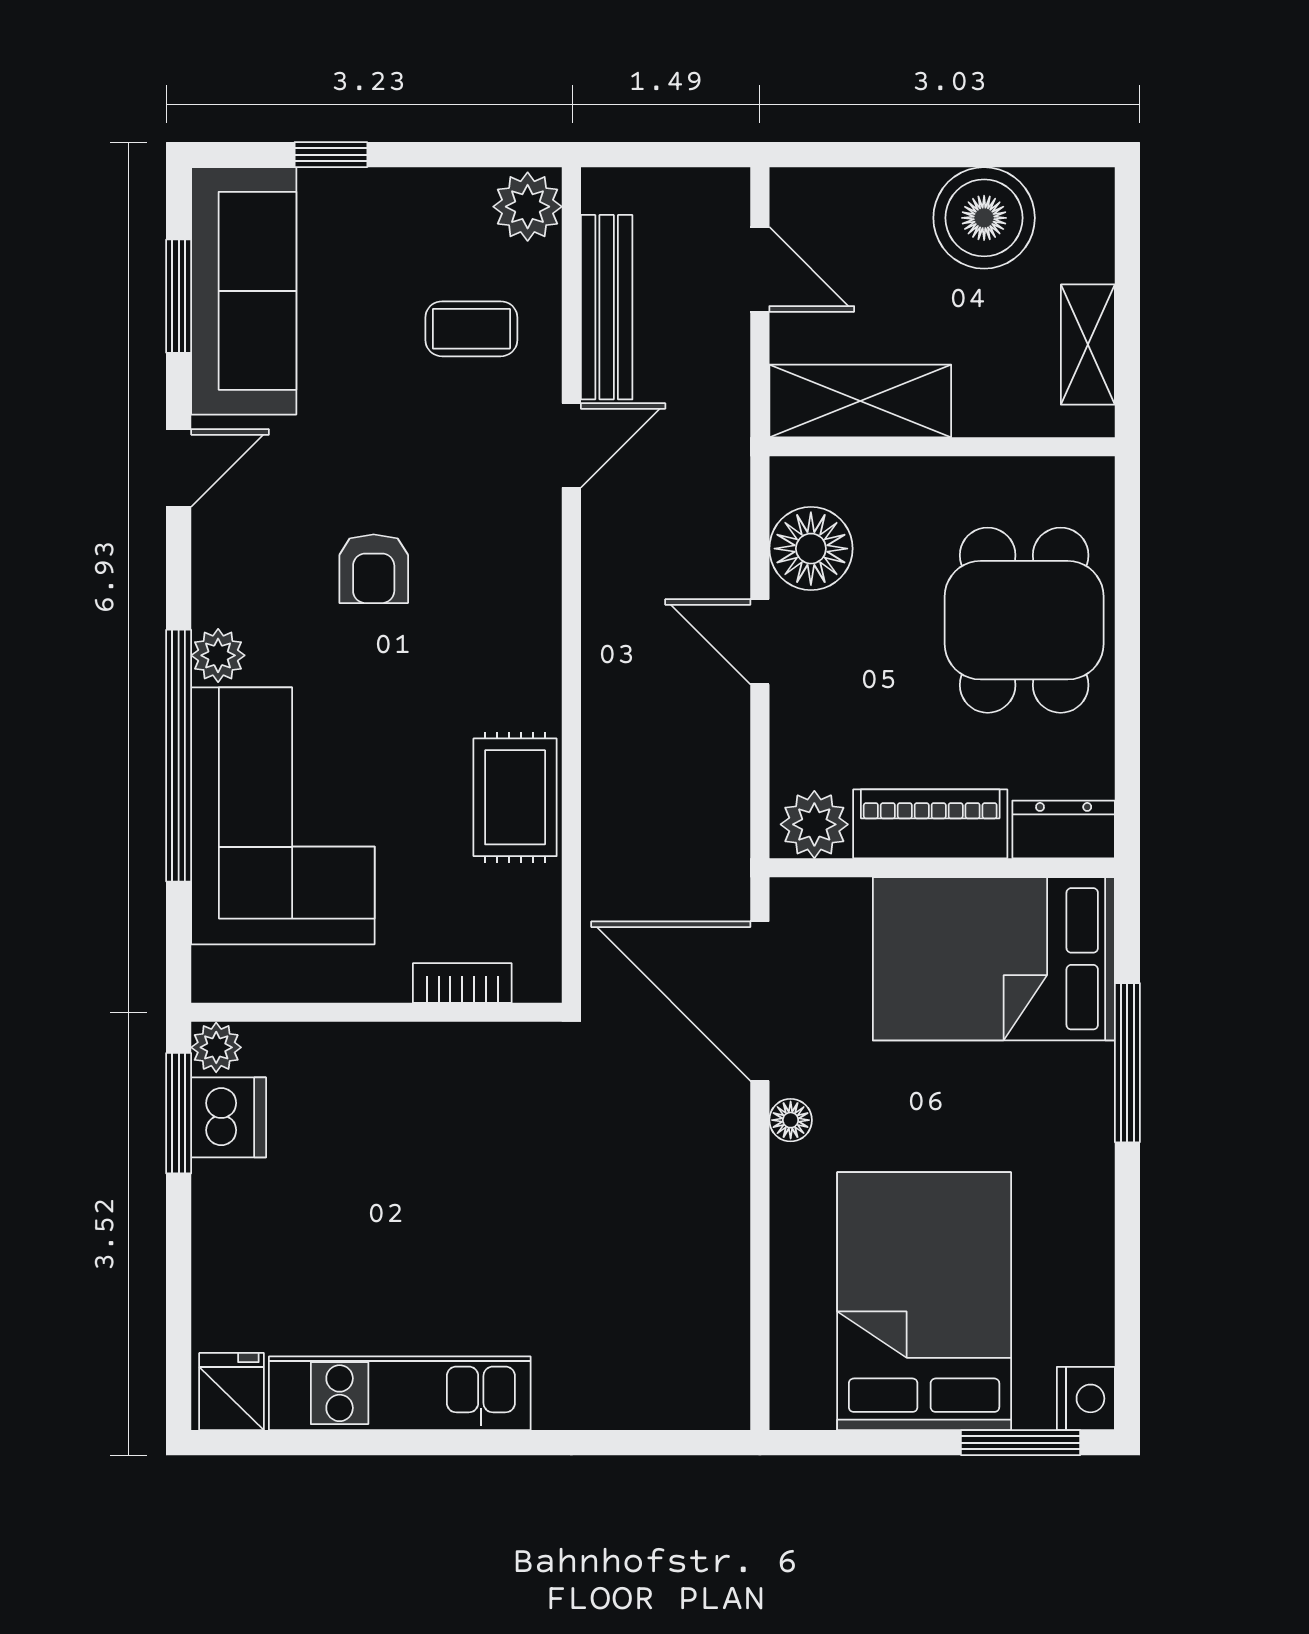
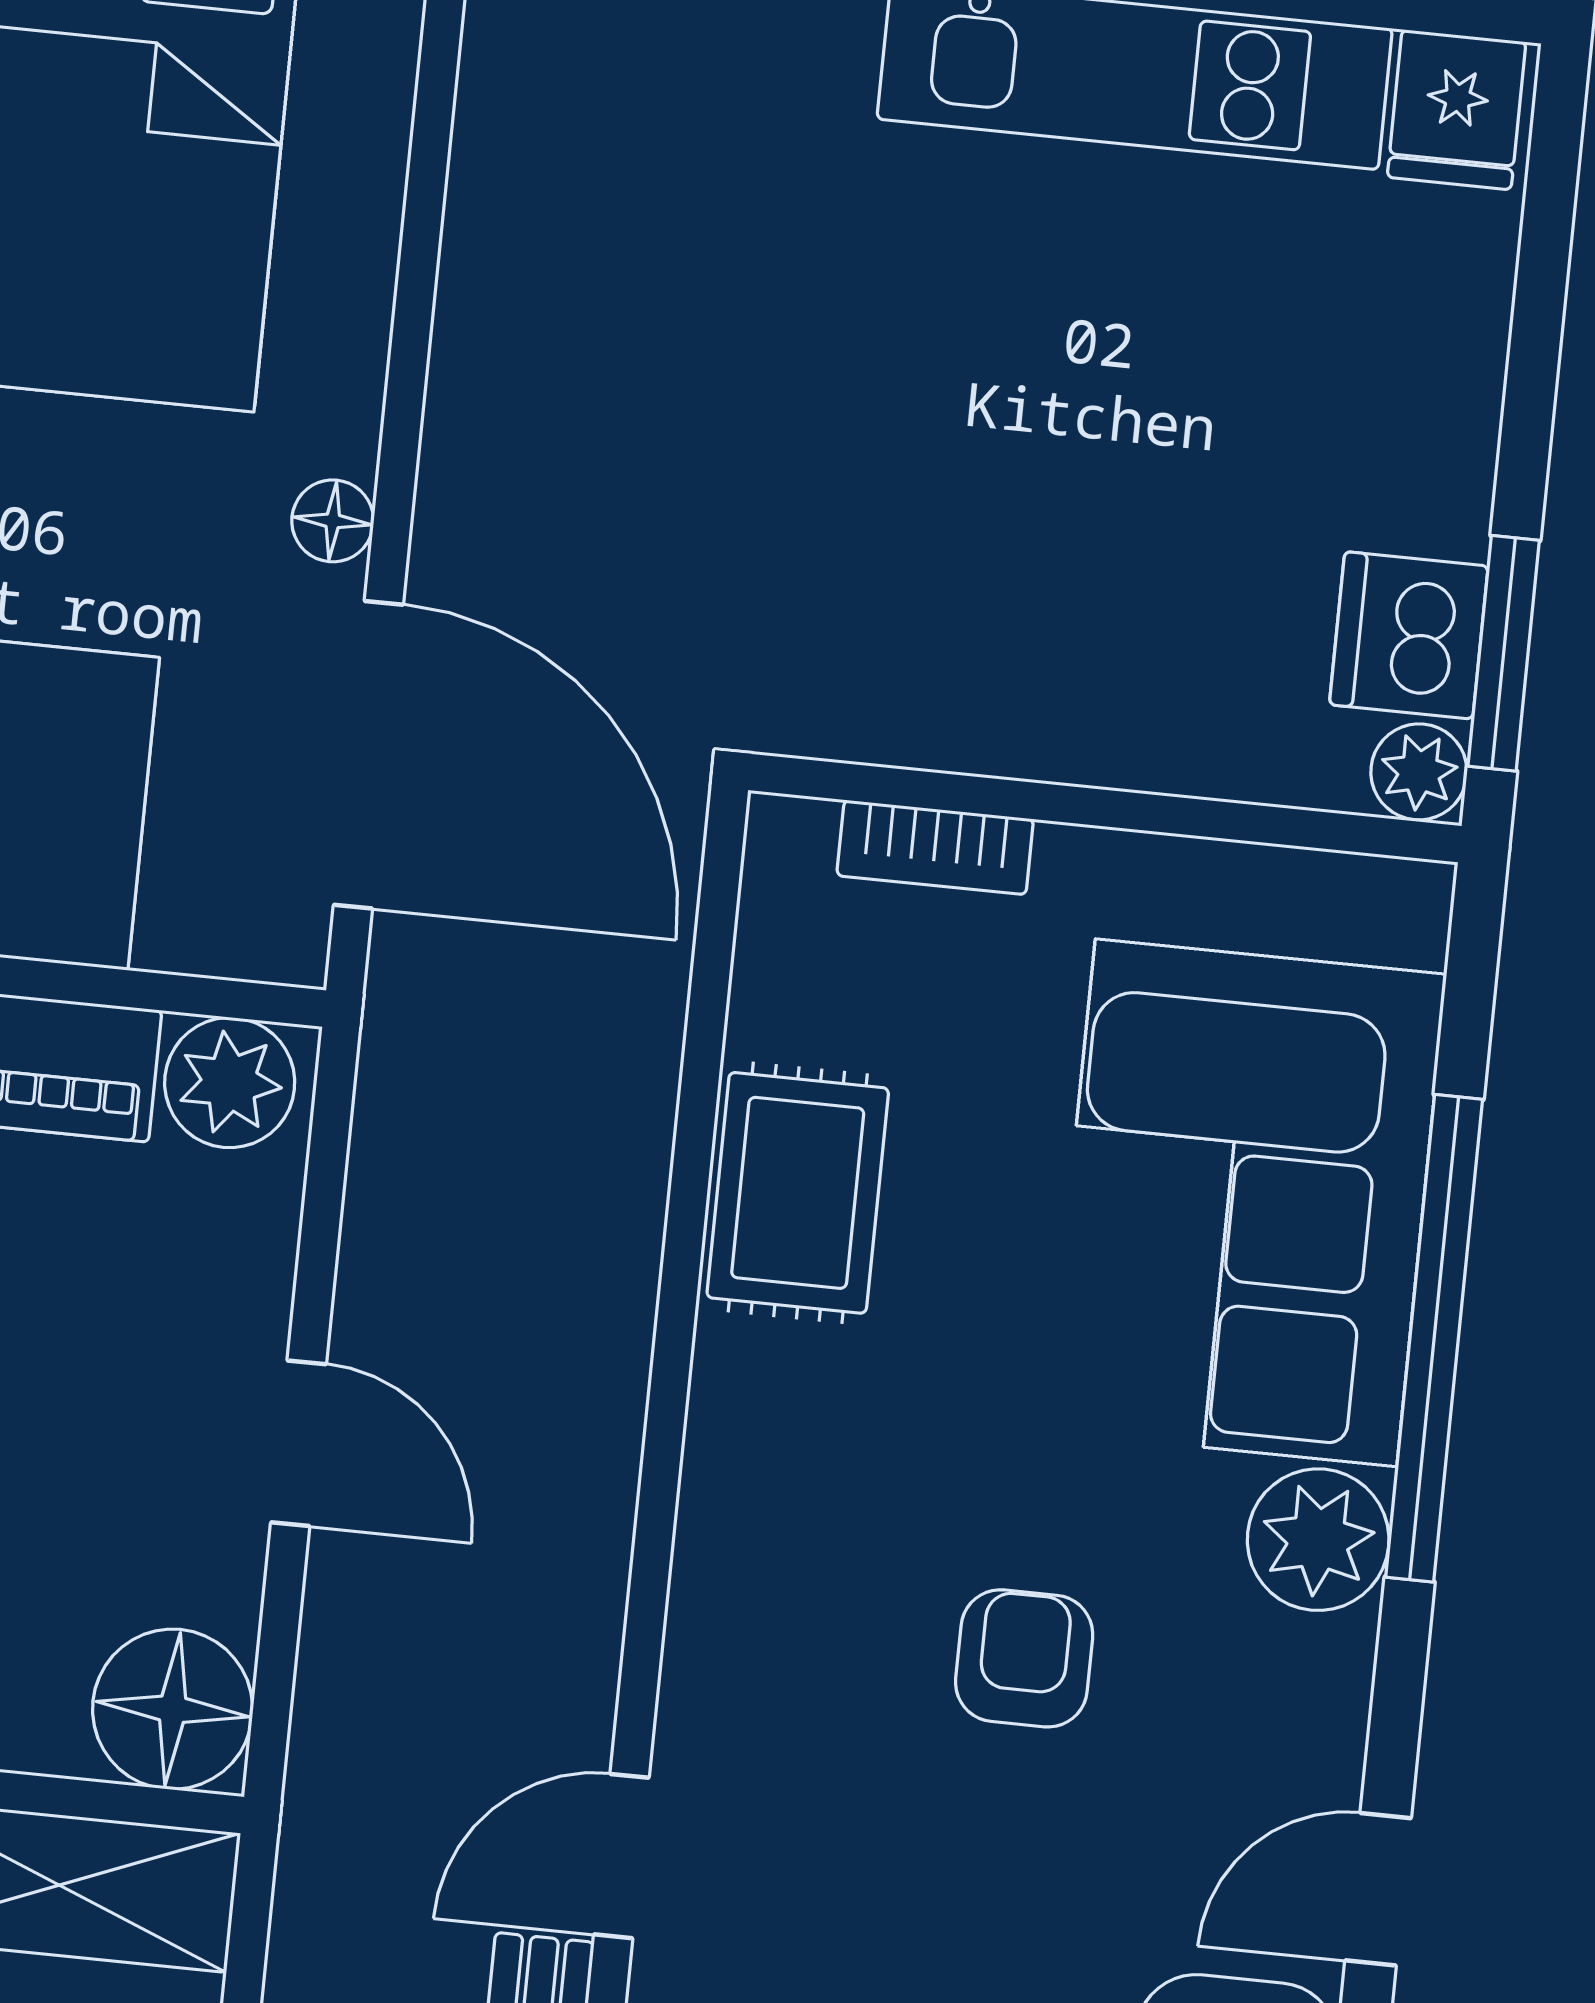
floor lamp: (811, 549) -> (173, 1709), moved
plant: (218, 655) -> (1318, 1540), width x1.38, depth x1.38

